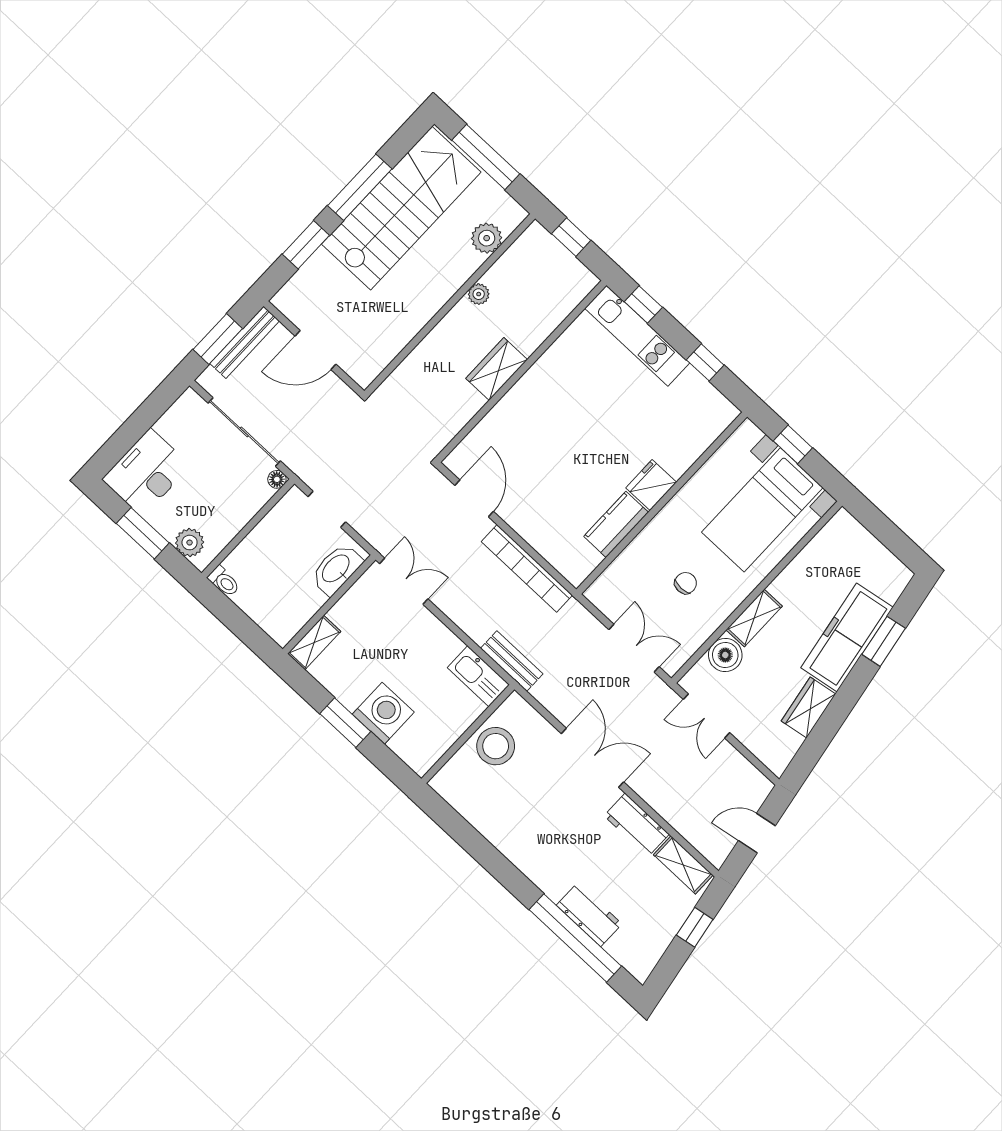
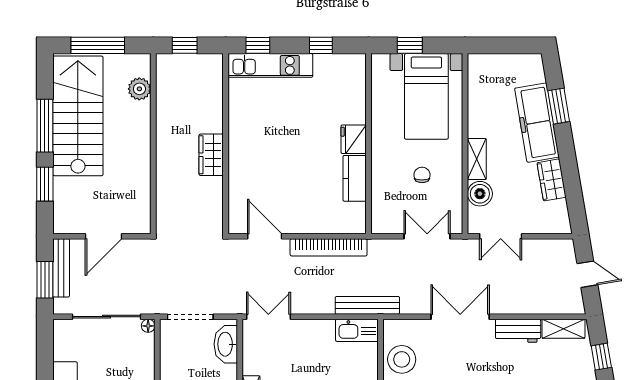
plant: (479, 294) -> (163, 123), removed
doorway: (327, 509) -> (190, 317), width x1.38
bench: (512, 661) -> (367, 305), width x1.36
door: (757, 833) -> (587, 274), swing flipped

